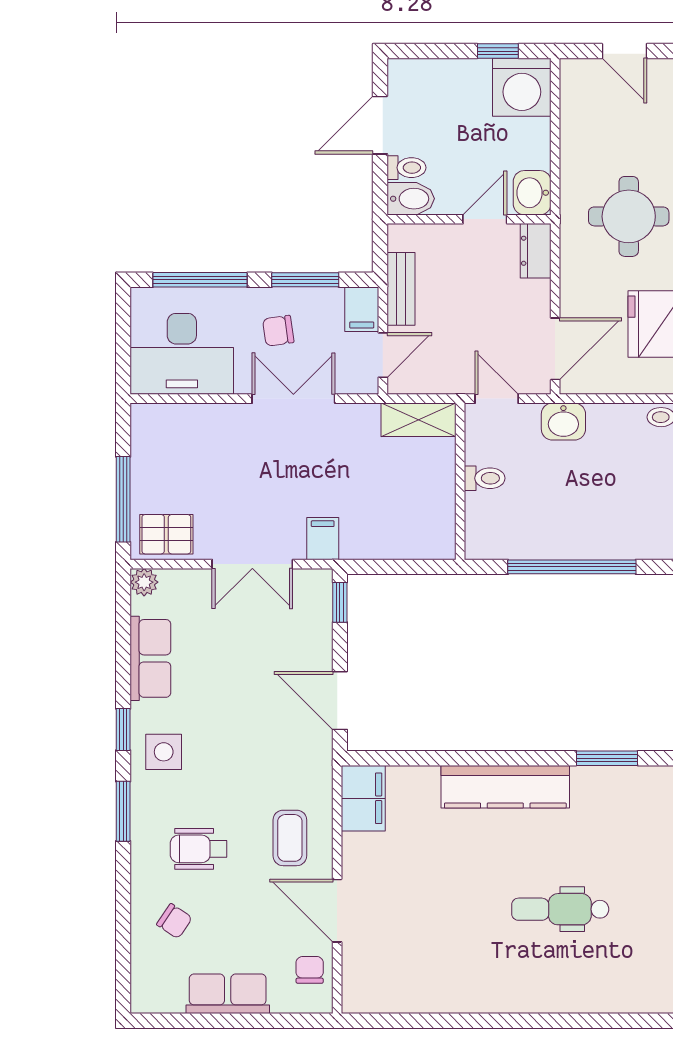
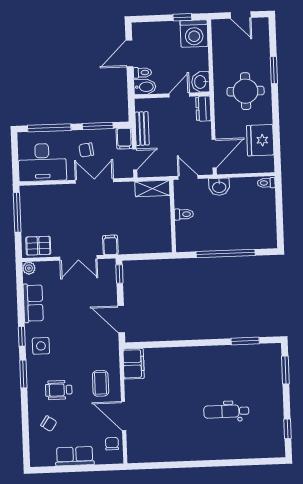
window: (123, 499) -> (17, 212), moved
kitchen counter: (505, 787) -> (199, 356), removed

